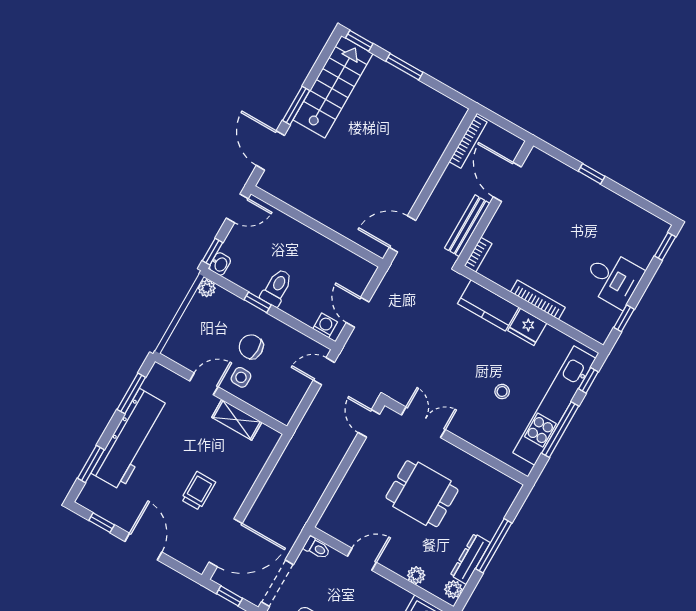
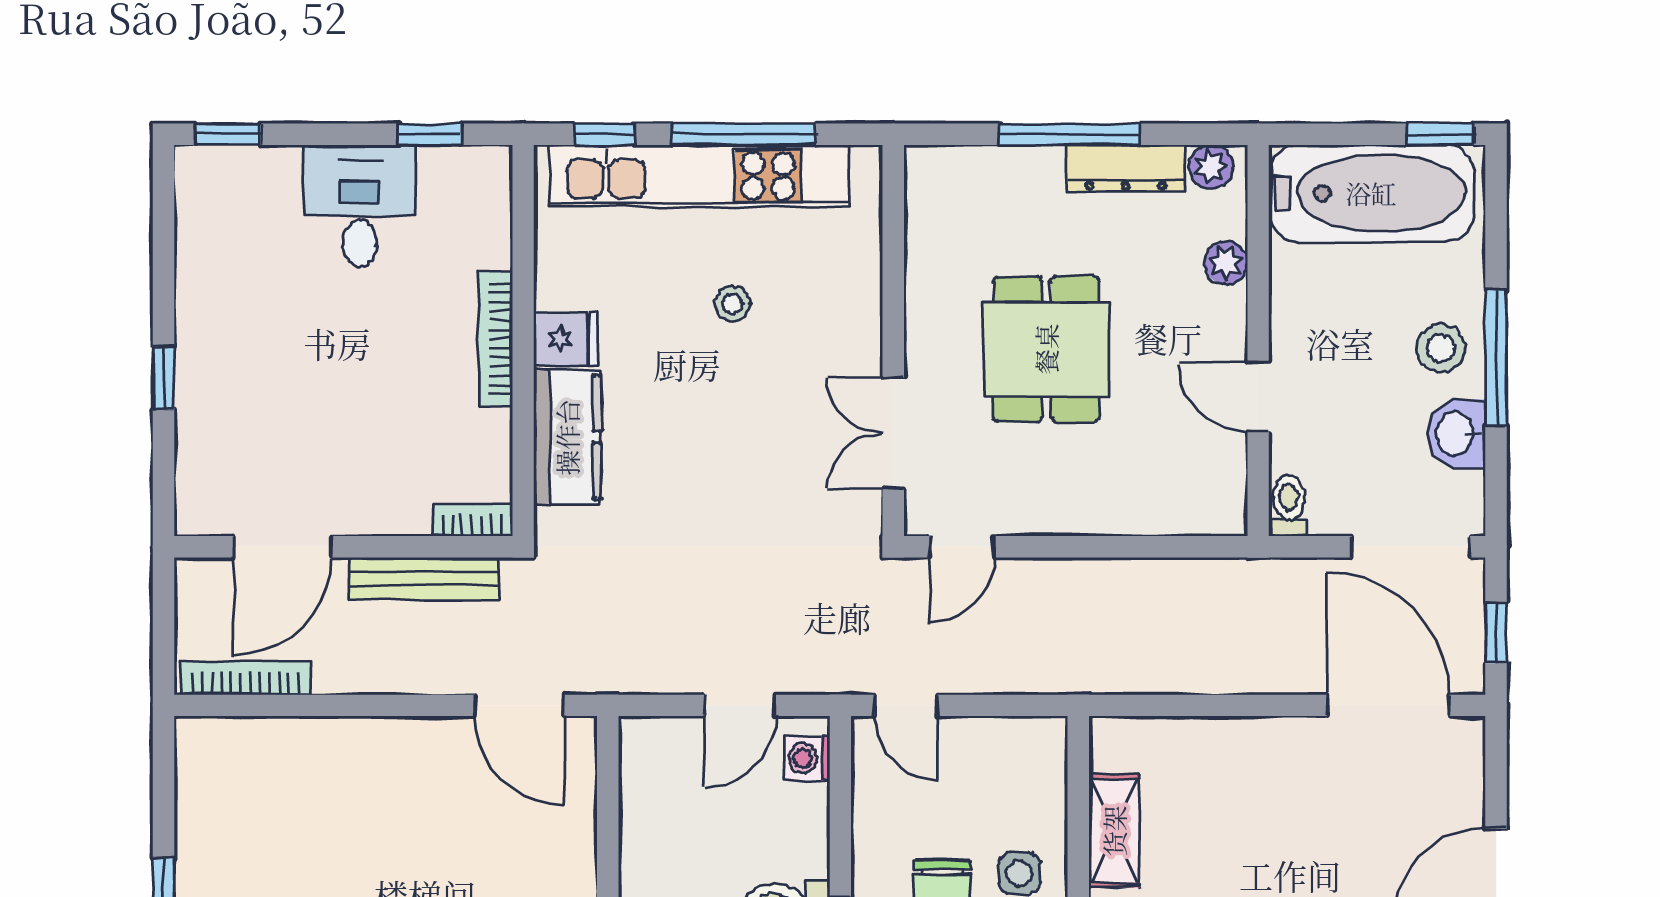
fridge: (527, 327) -> (565, 339), width x0.72
trolley: (198, 491) -> (1312, 826), removed

